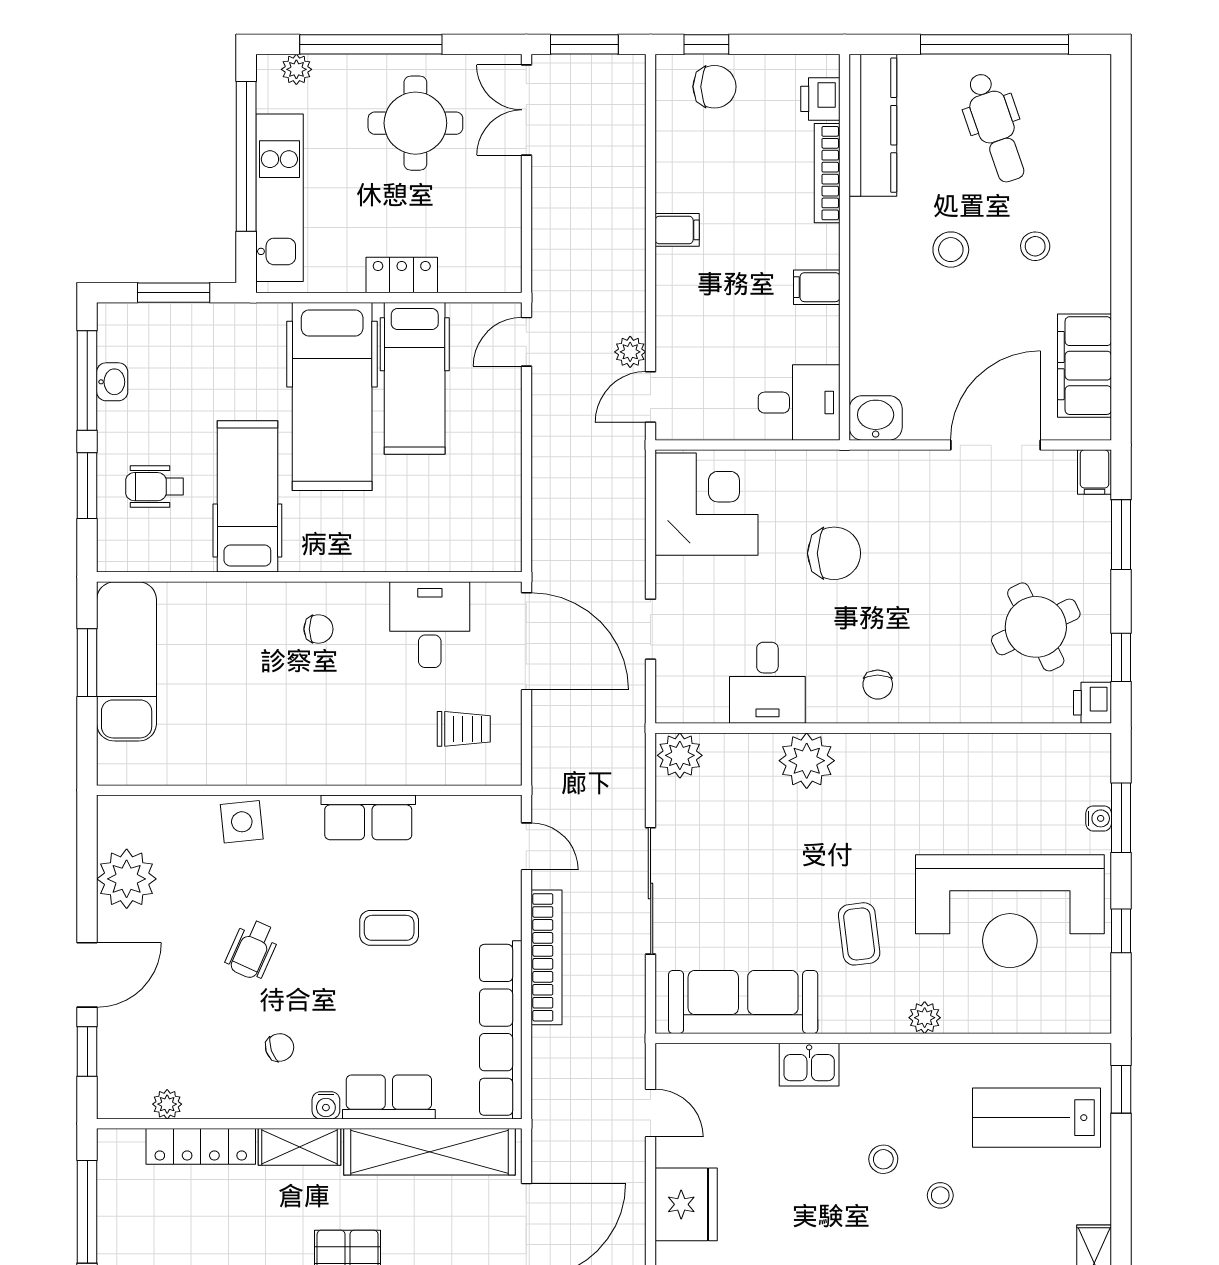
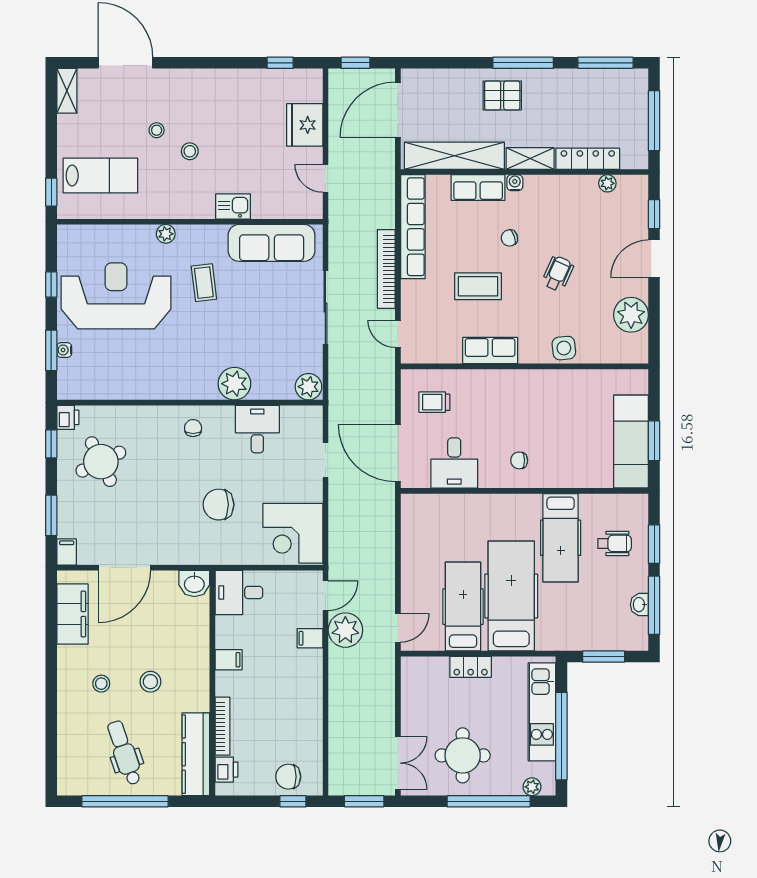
filing cabinet: (677, 230) -> (310, 638), moved
plant: (630, 352) -> (345, 630), width x1.87, depth x1.87
coffee table: (389, 928) -> (478, 286), width x1.36, depth x1.30
chair: (280, 1047) -> (509, 238), moved

